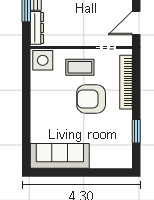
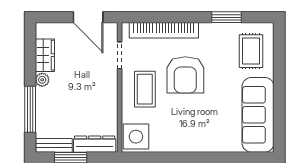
rug: (110, 150) -> (251, 51), added

